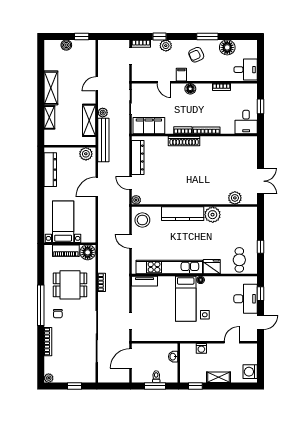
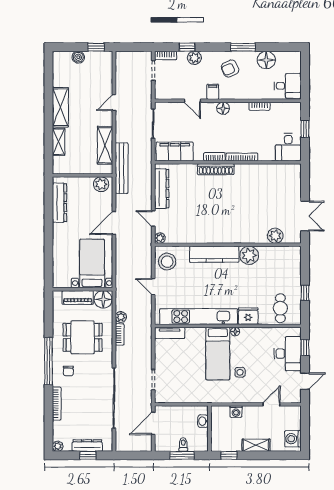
plant: (103, 113) -> (121, 317), moved
bed with nightstands: (63, 222) -> (92, 264), moved
dresser: (74, 378) -> (87, 446), added

